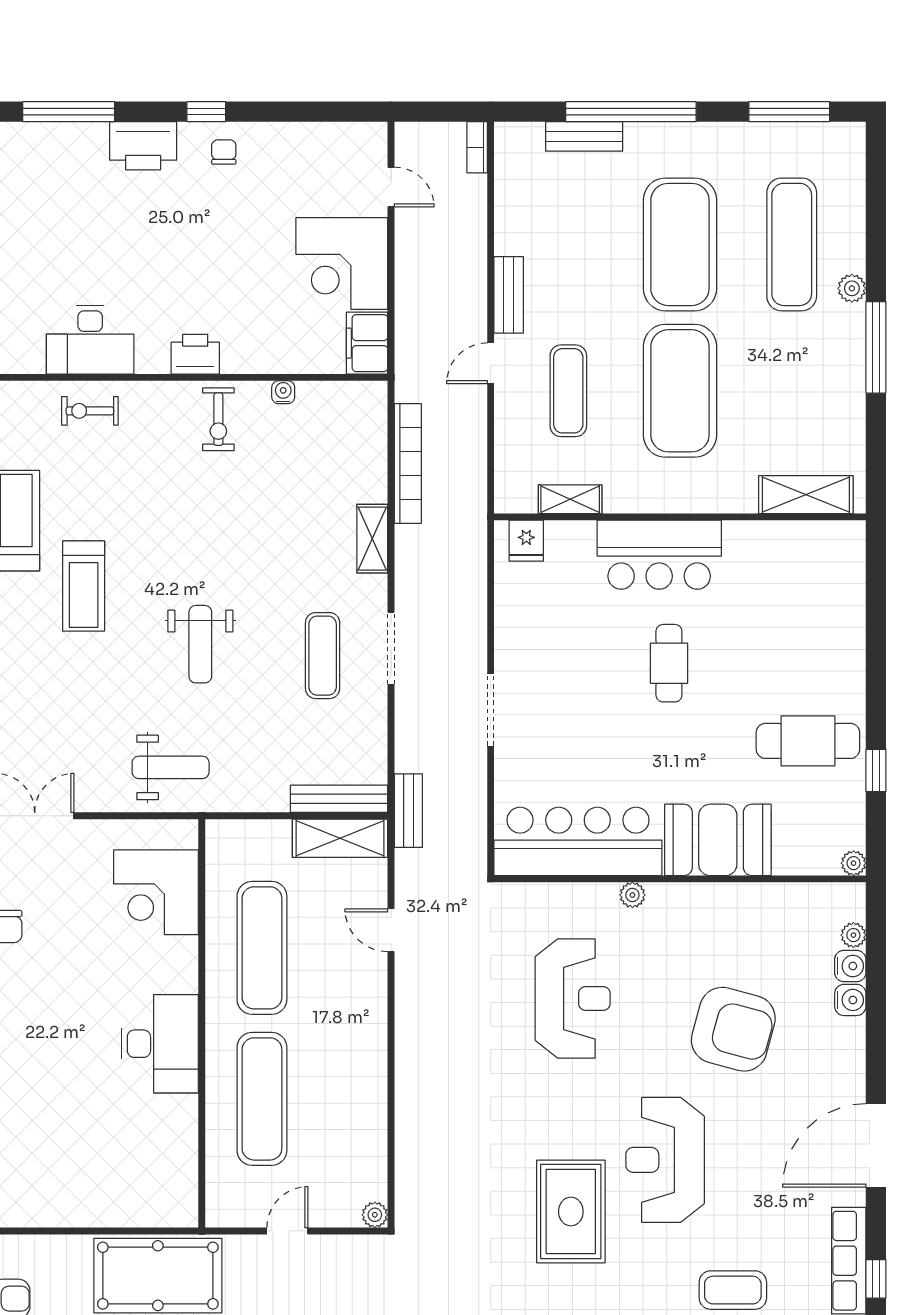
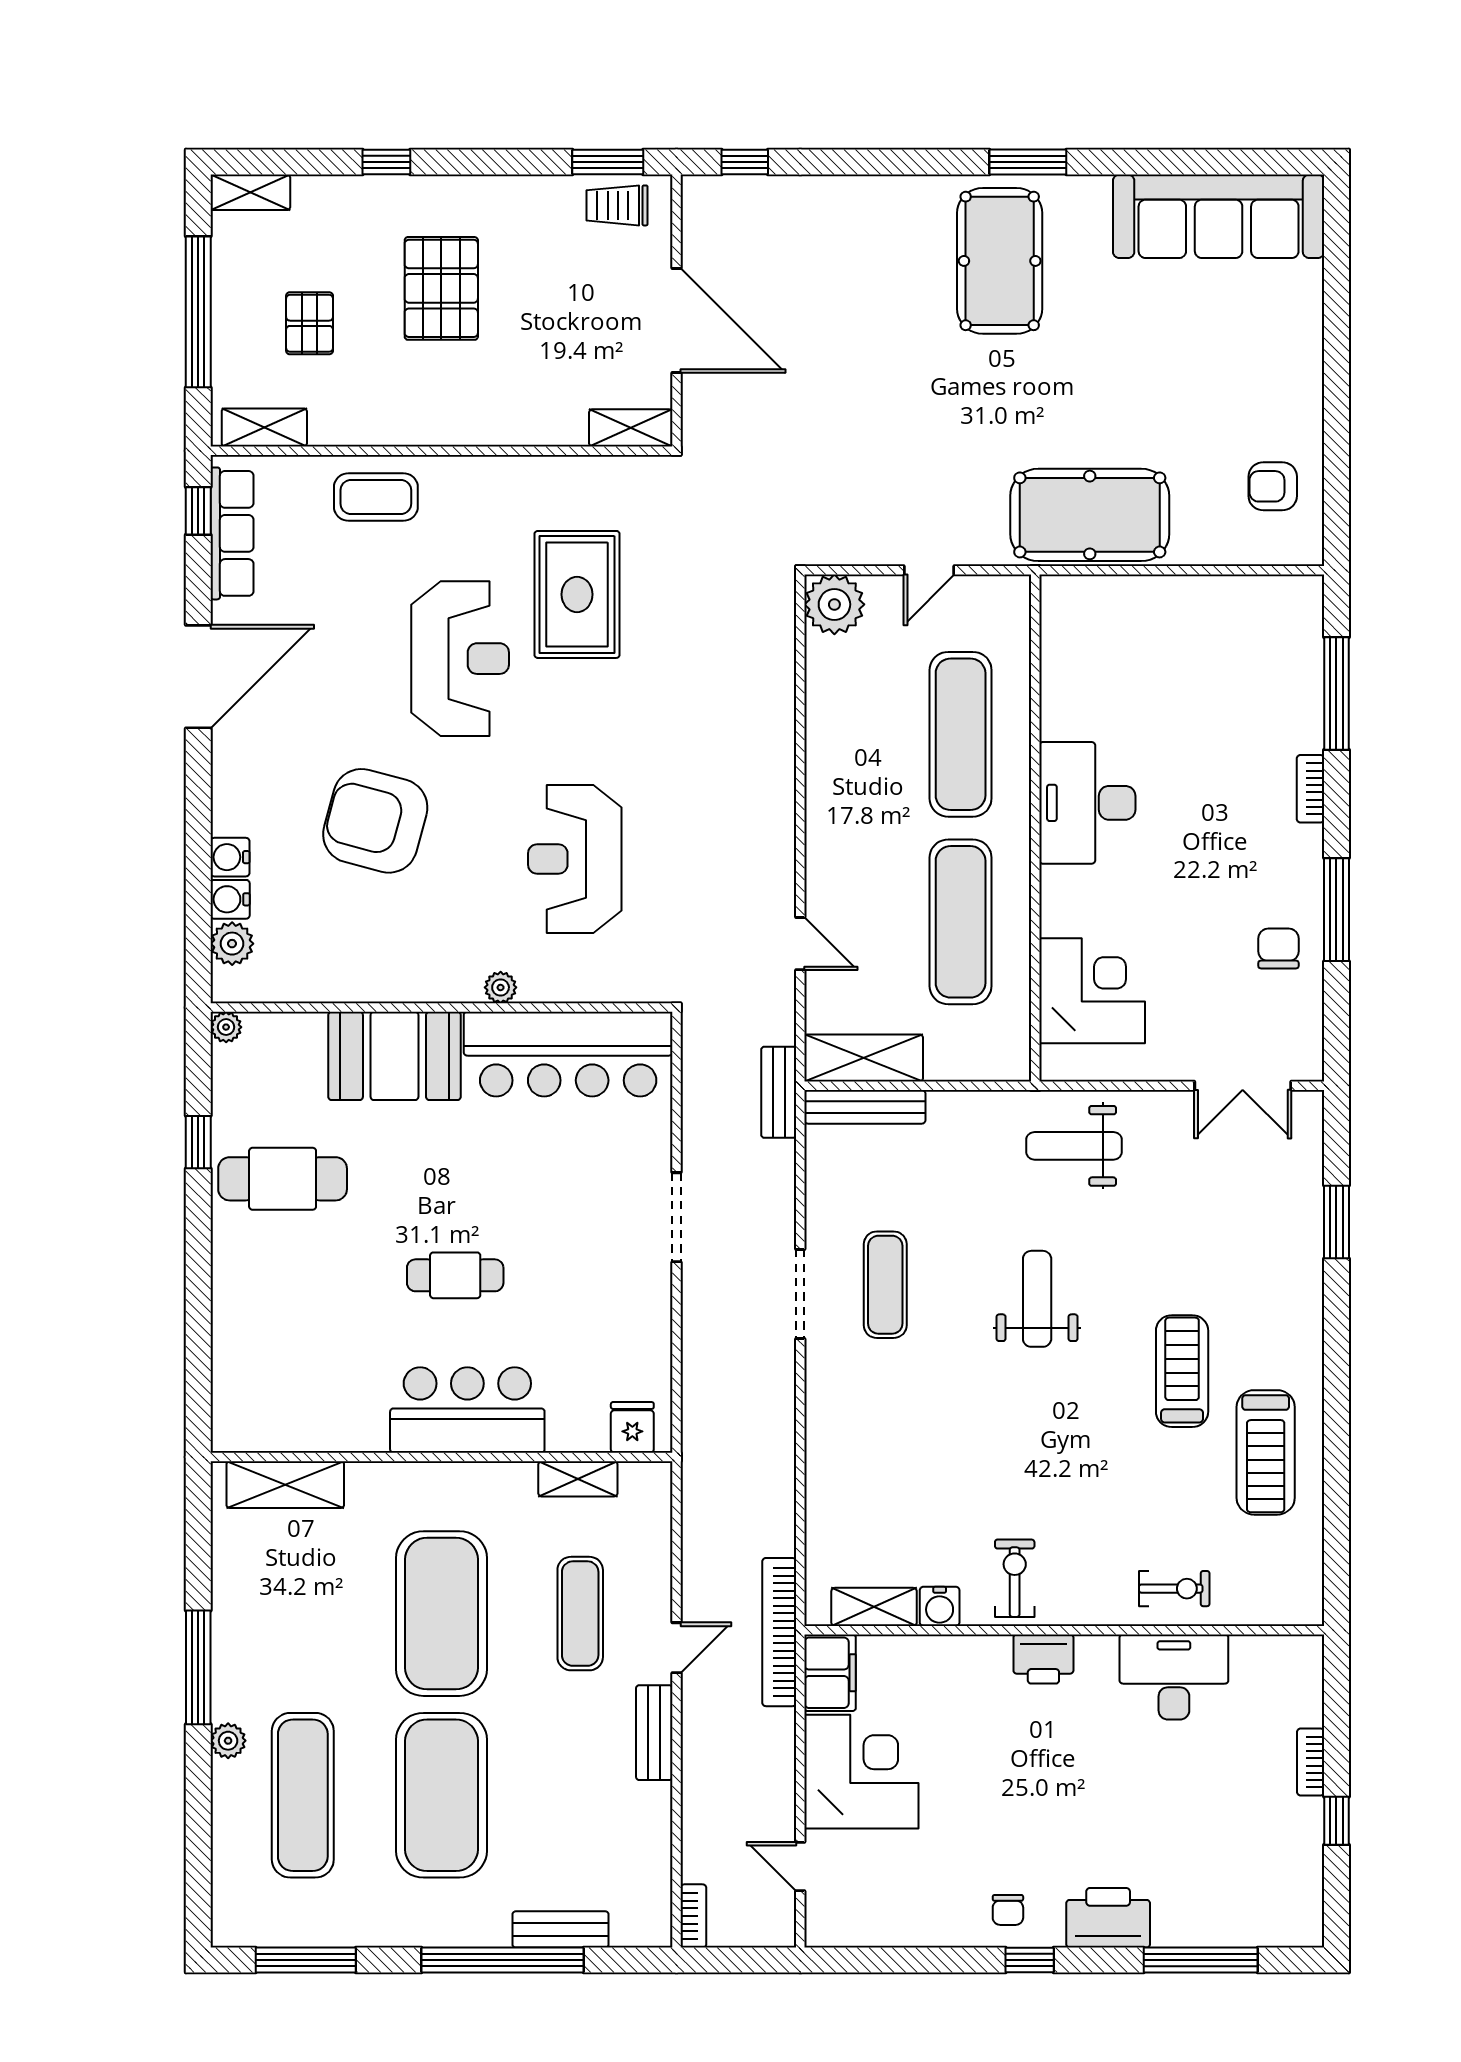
water cooler: (283, 392) -> (940, 1606), width x1.38, depth x1.38
bookcase: (408, 463) -> (779, 1632), moved
shelving: (372, 539) -> (874, 1607), moved, turned 90
cafe table: (669, 663) -> (455, 1275), turned 90
plant: (853, 935) -> (232, 944), width x1.38, depth x1.38
plant: (375, 1215) -> (834, 604), width x1.87, depth x1.87

